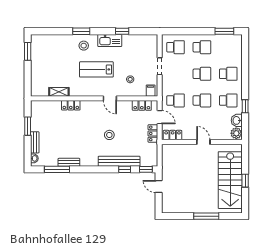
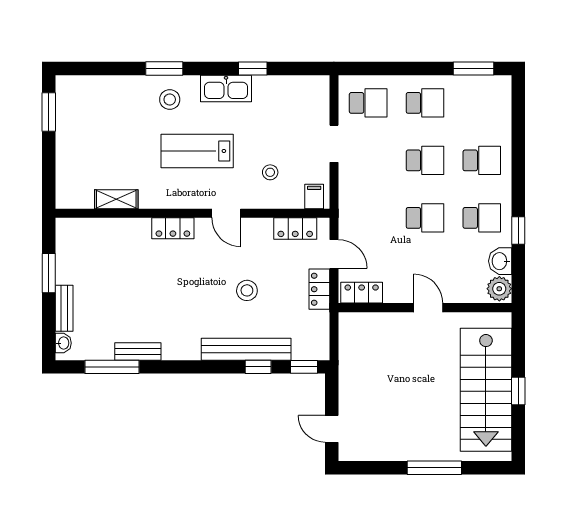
school desk: (176, 100) -> (368, 218), removed
locker: (71, 105) -> (173, 228), moved
stool: (109, 135) -> (247, 290), moved
door: (159, 187) -> (332, 429), moved

